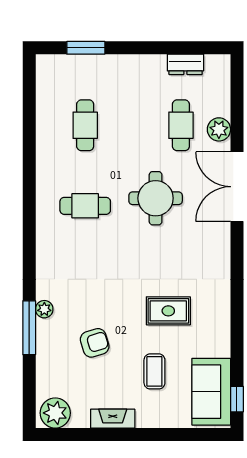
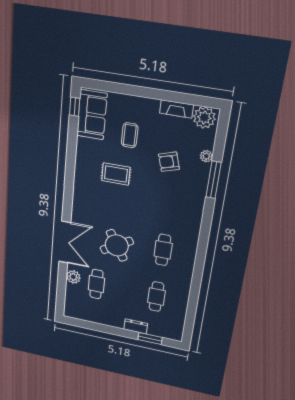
dresser: (185, 64) -> (136, 326), moved
round table: (156, 198) -> (117, 245), turned -31
cafe table: (85, 206) -> (163, 250), turned 90
plant: (44, 309) -> (206, 156), moved
fireplace: (113, 419) -> (177, 109), moved

